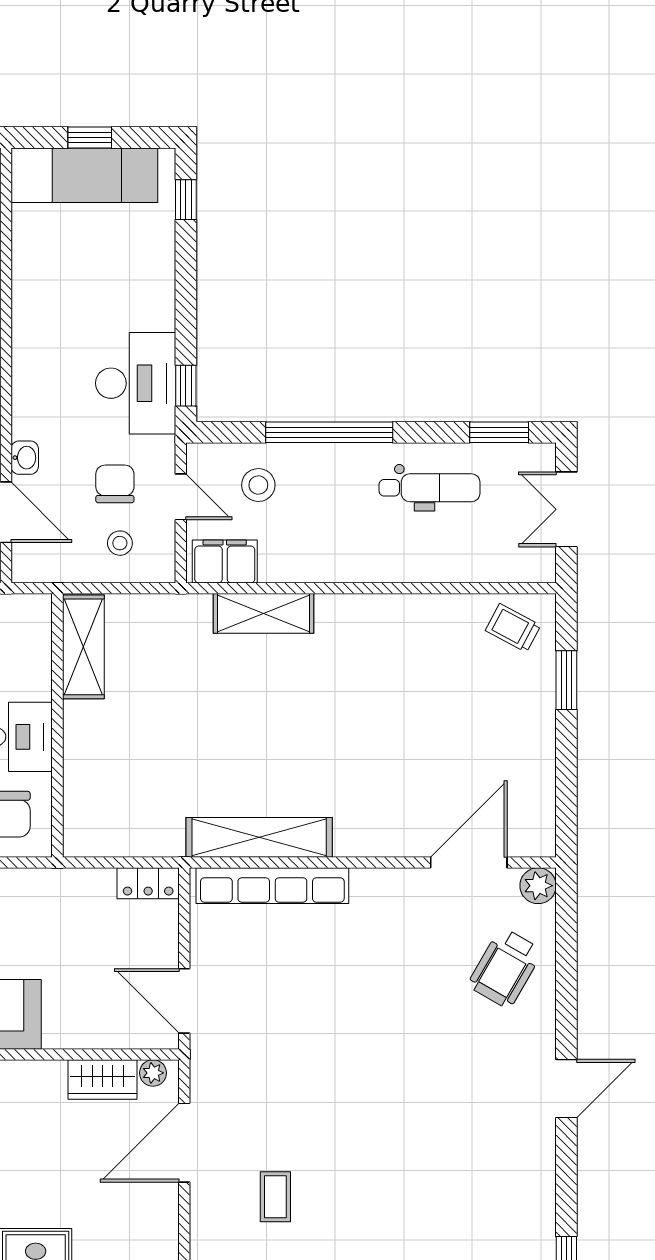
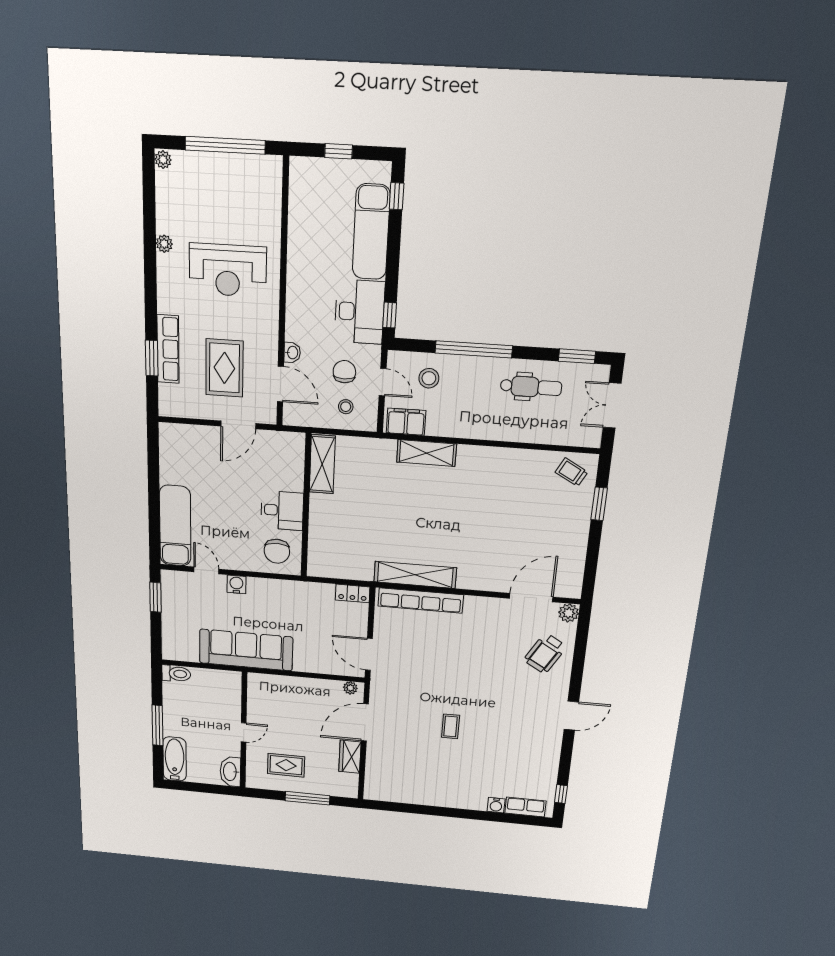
exam couch: (84, 175) -> (371, 232), moved, turned 90
wardrobe: (102, 1080) -> (350, 757), moved, turned 90
coffee table: (275, 1197) -> (450, 726), moved

